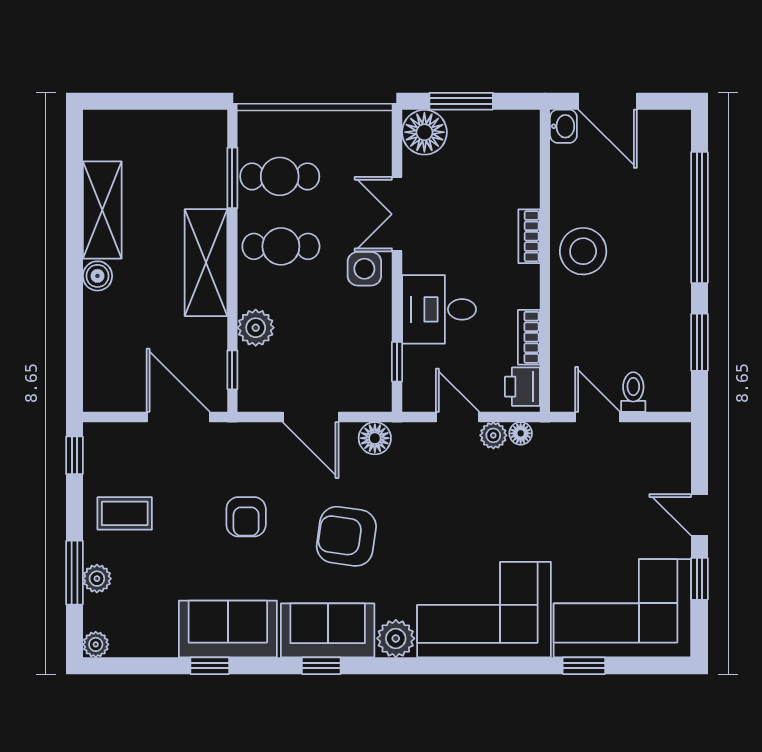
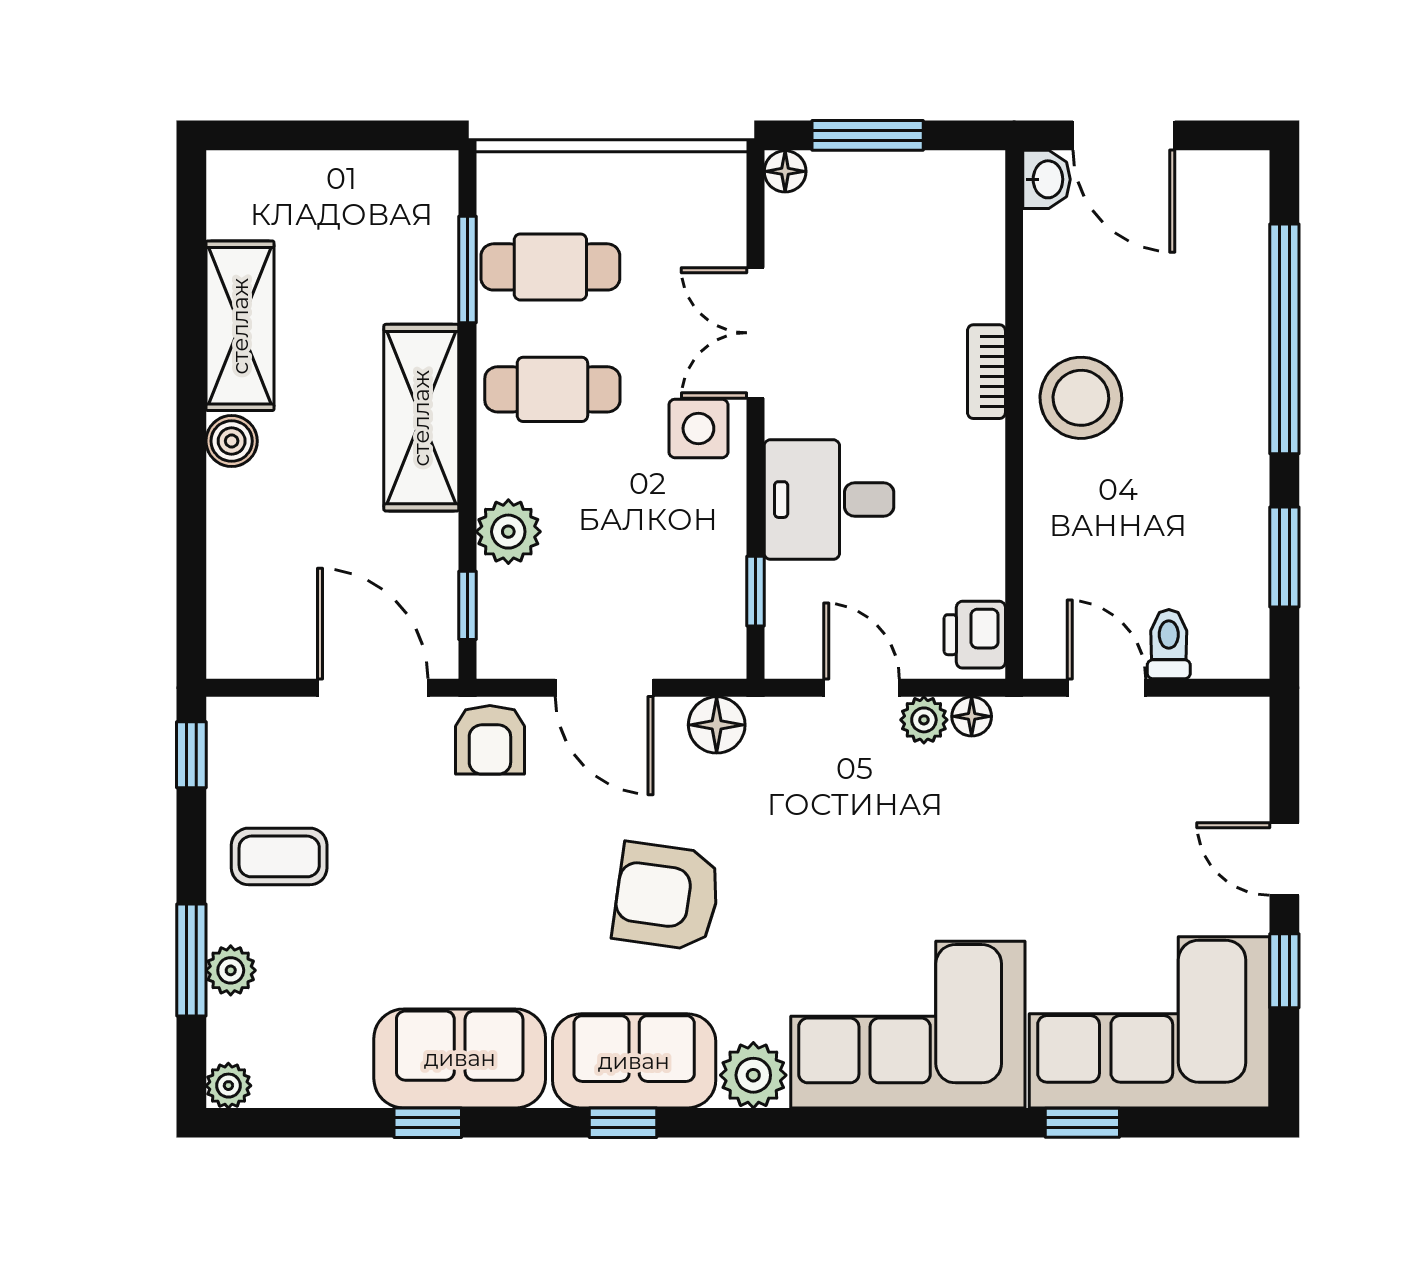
floor lamp: (424, 132) -> (785, 171), width x0.53, depth x0.53
bookcase: (529, 337) -> (986, 548), removed
armchair: (246, 517) -> (490, 740), moved

